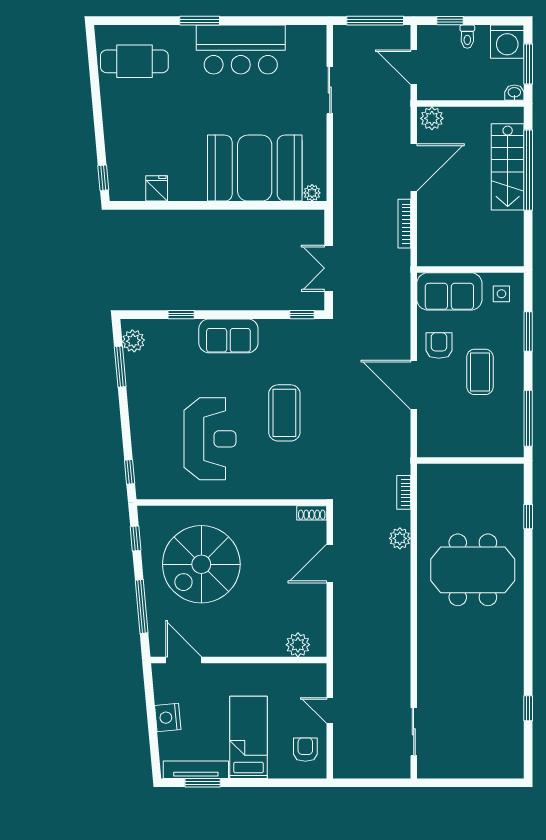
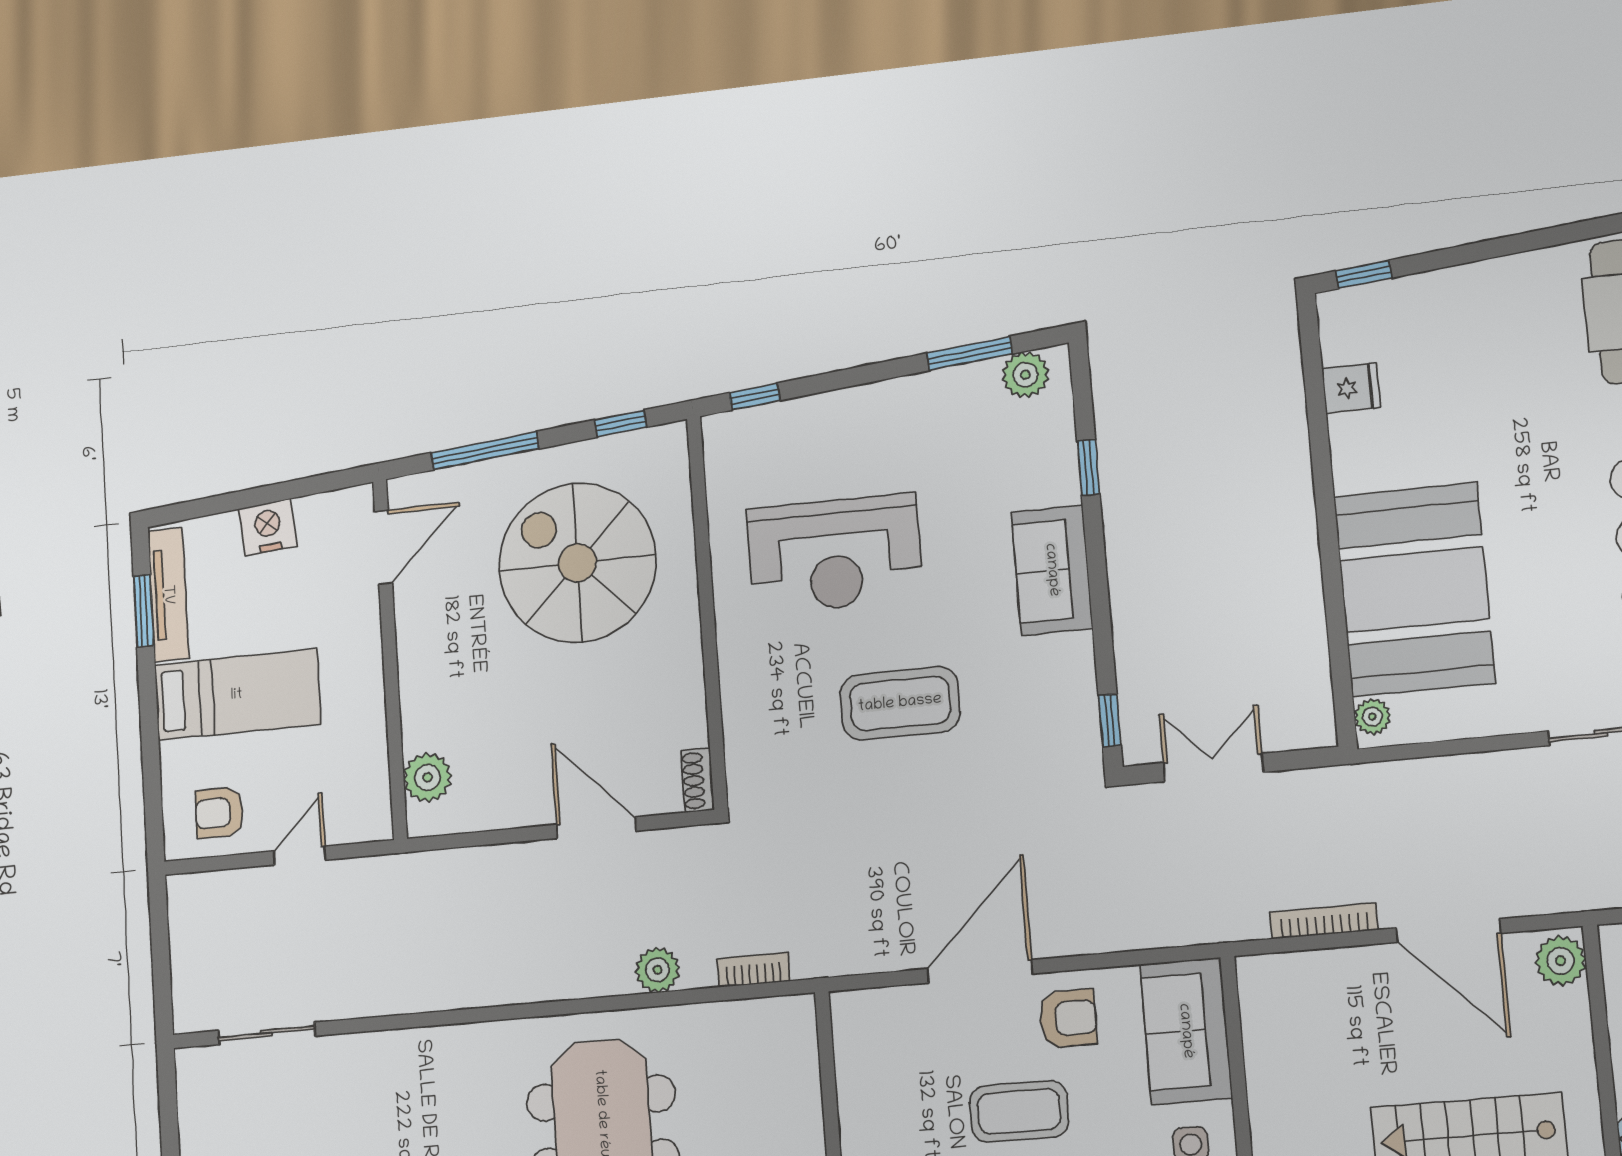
armchair: (305, 750) -> (219, 813), turned 180

